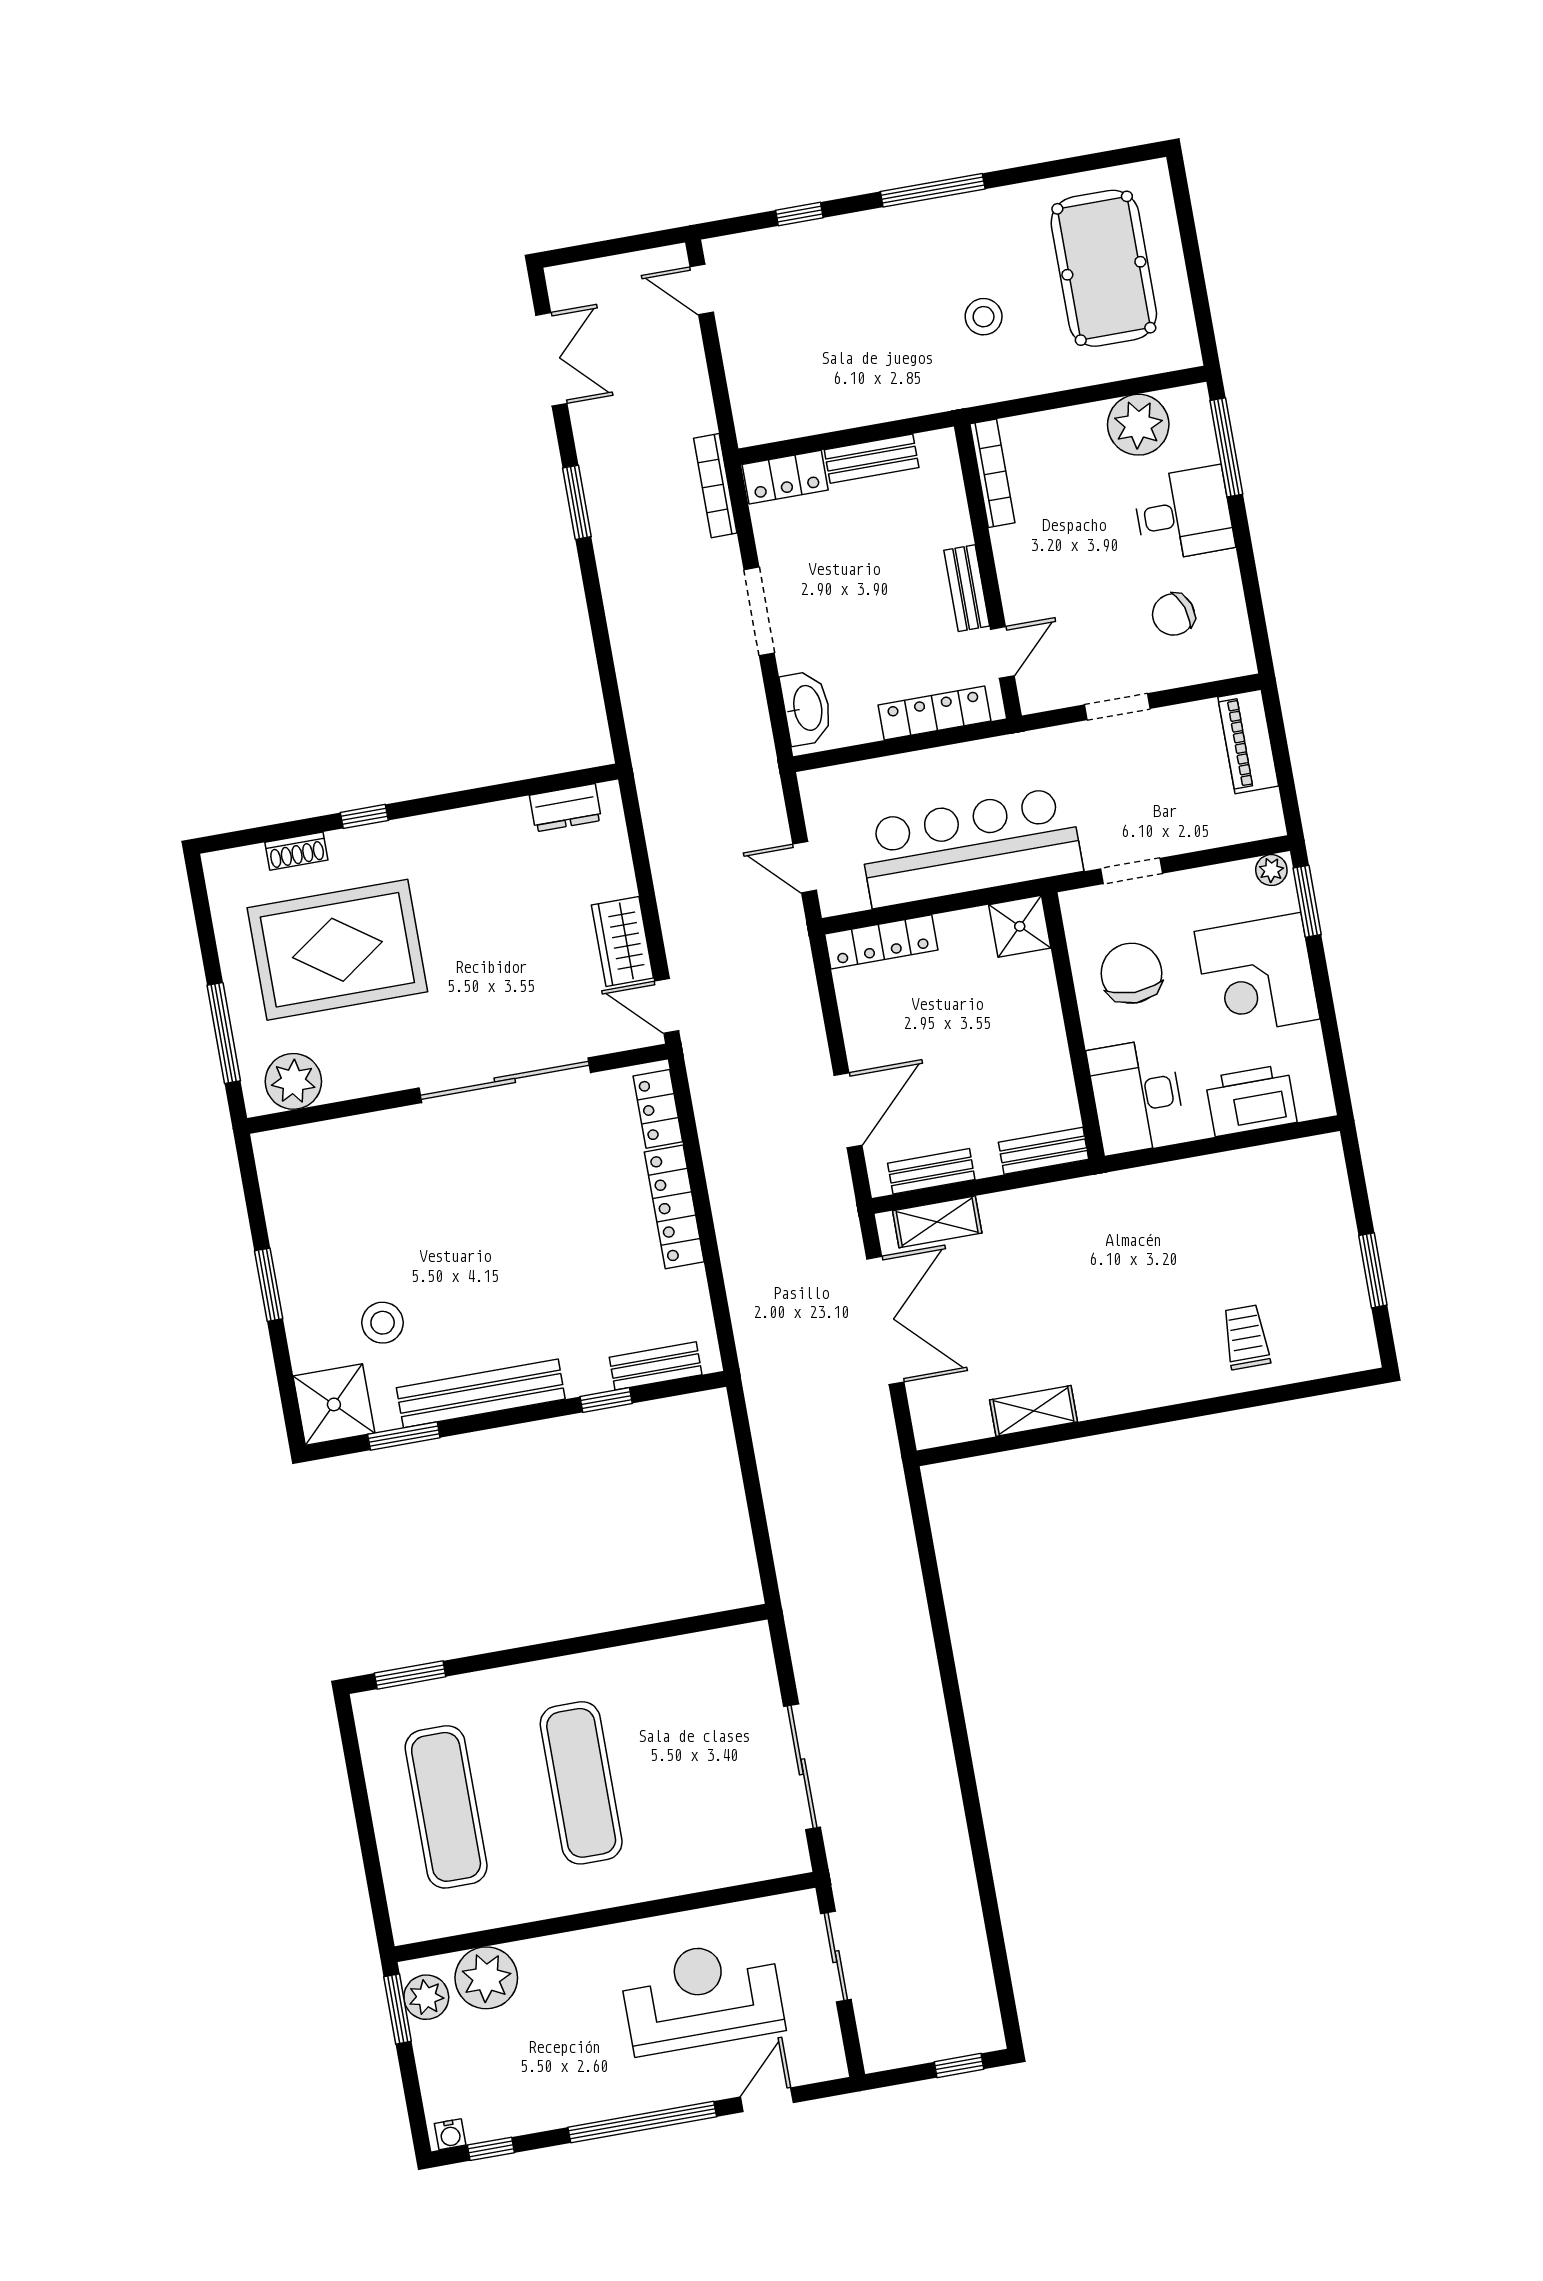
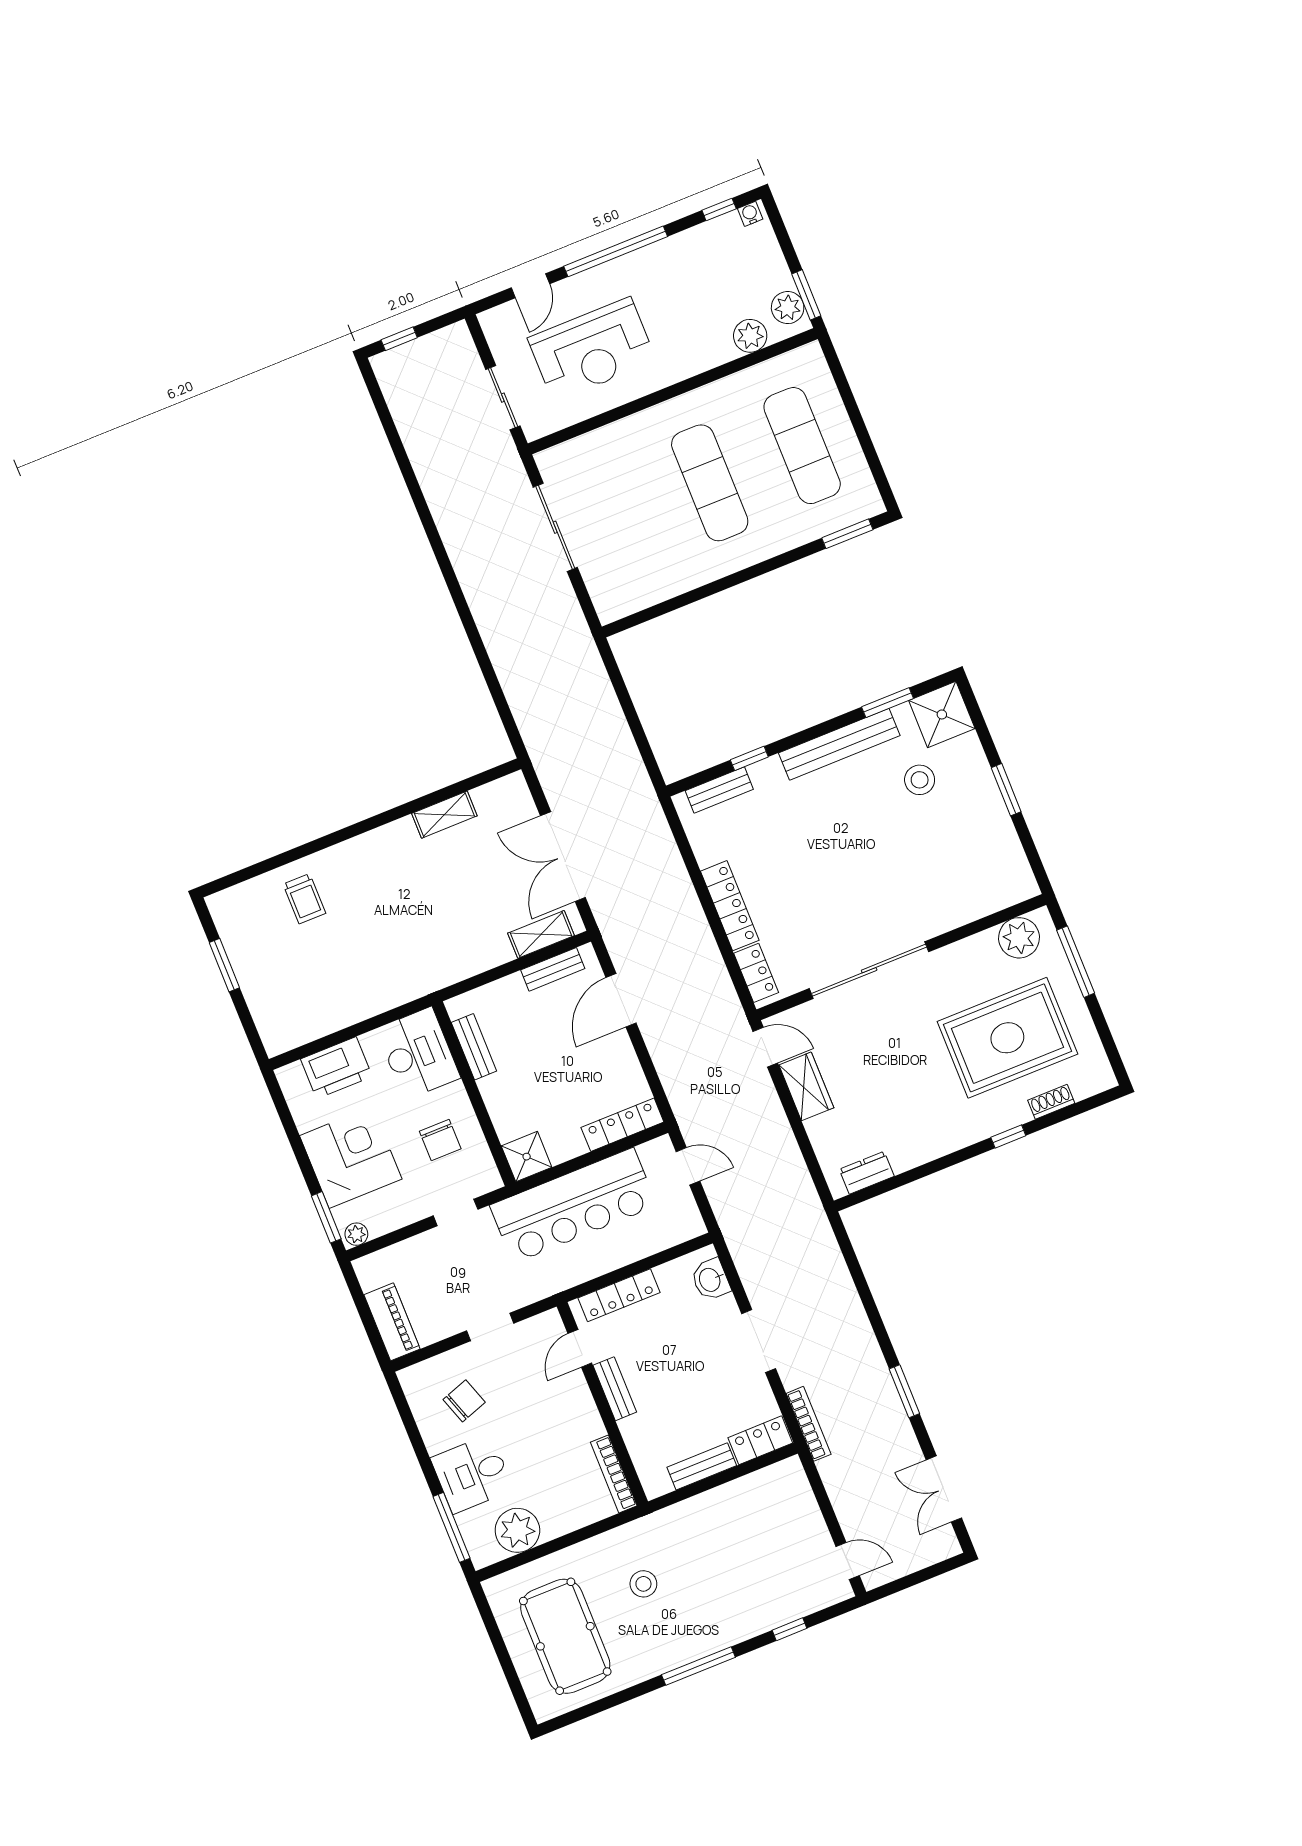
washbasin: (807, 708) -> (711, 1280), width x0.72
chair: (1131, 973) -> (440, 1140), width x0.73, depth x0.73
bench: (1044, 1151) -> (474, 1047), moved, turned 90
plant: (486, 1978) -> (750, 336), width x0.73, depth x0.73

